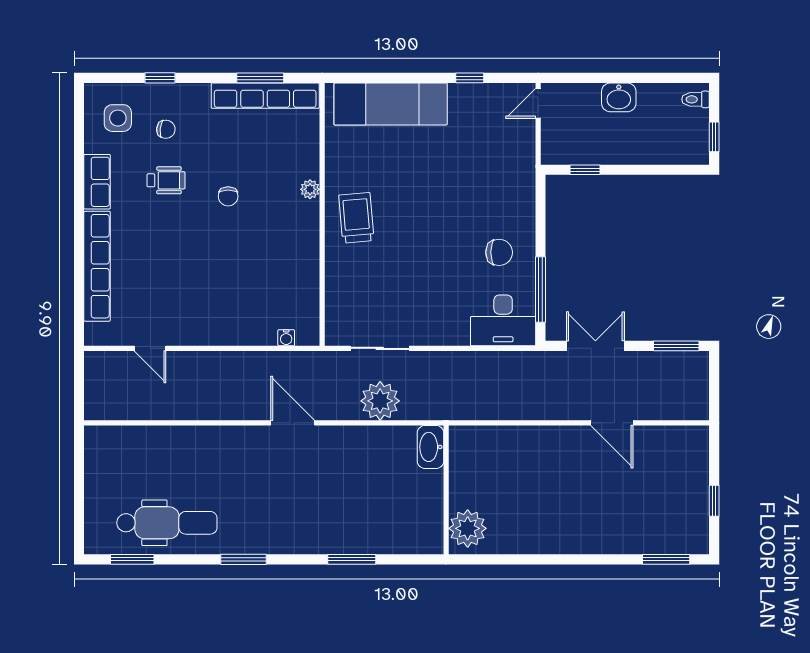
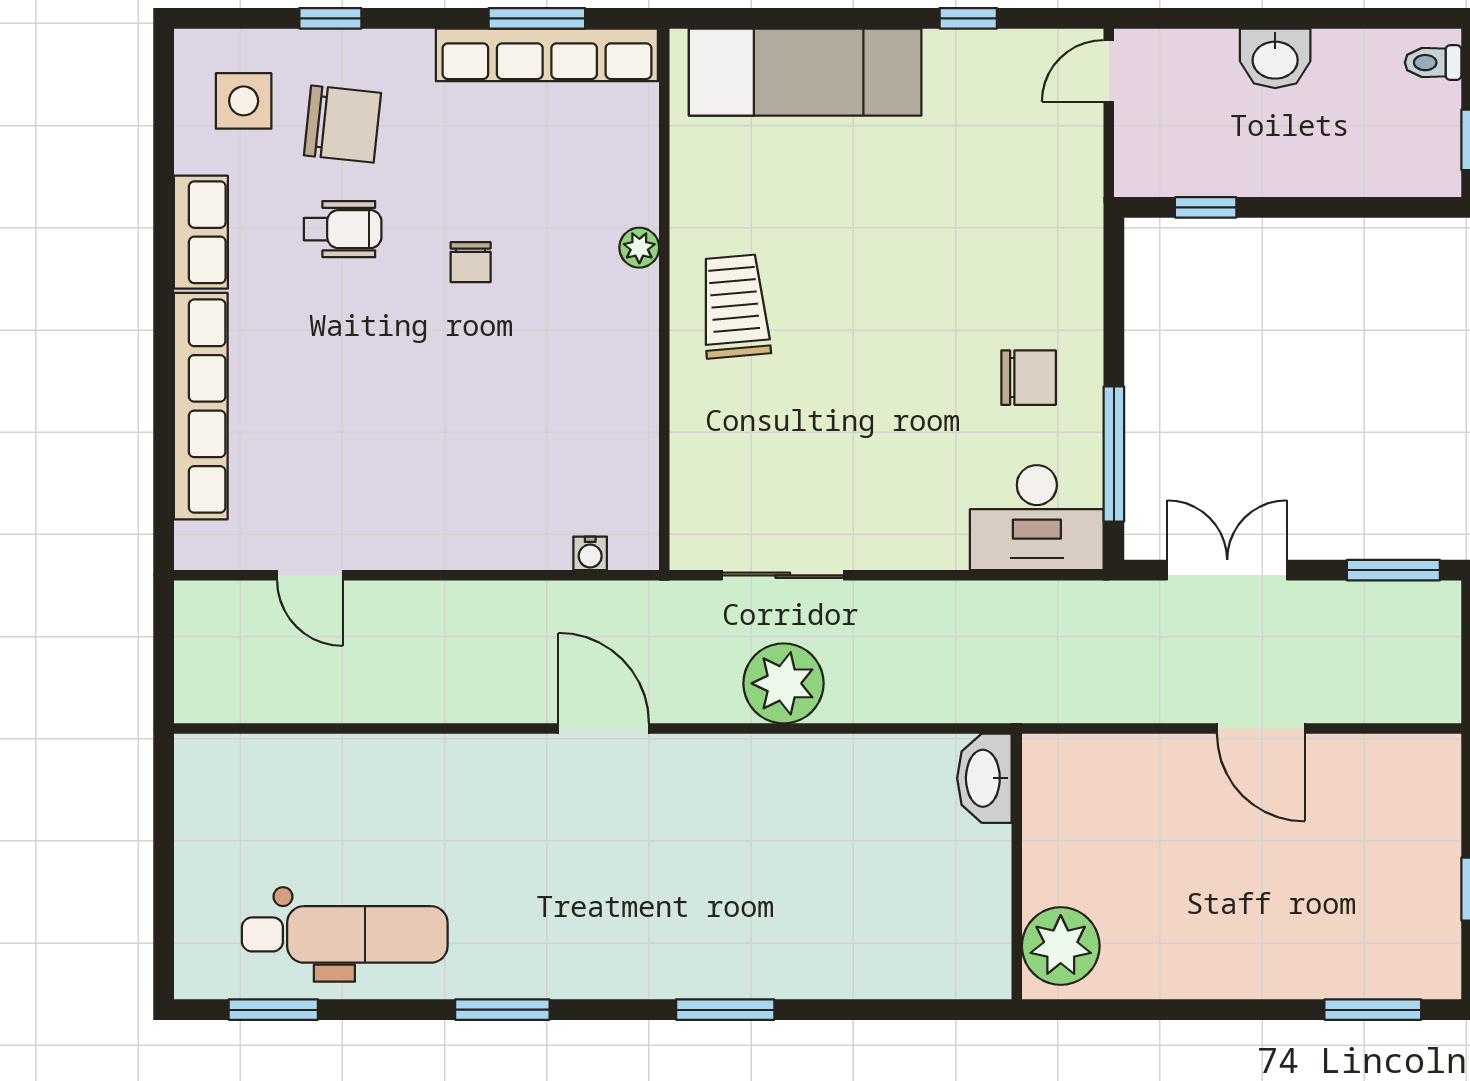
chair: (166, 129) -> (342, 124), width x1.87, depth x1.87
washbasin: (431, 447) -> (984, 778), moved
wall: (446, 490) -> (1017, 866), moved
plant: (468, 528) -> (1061, 946), moved

